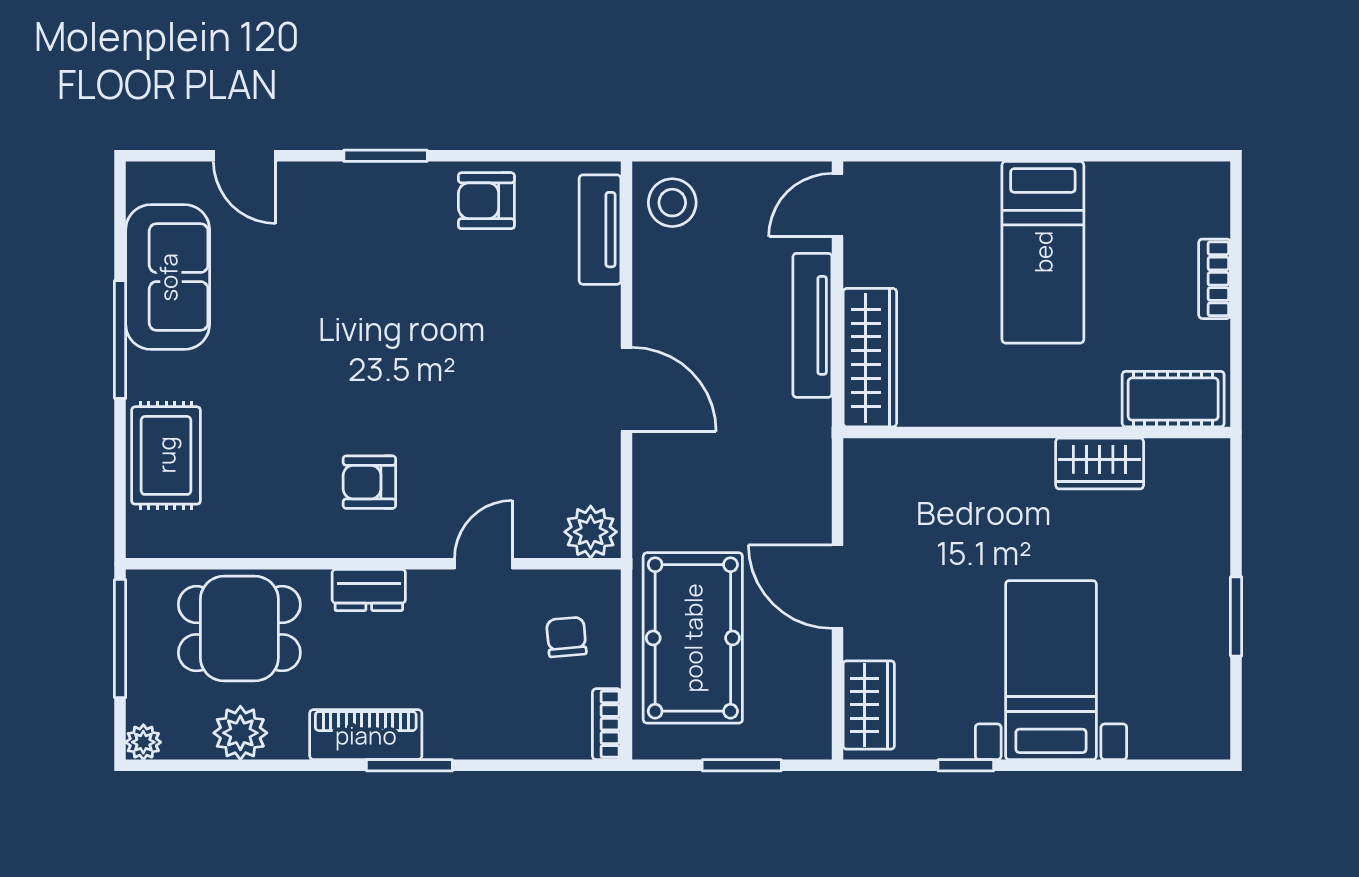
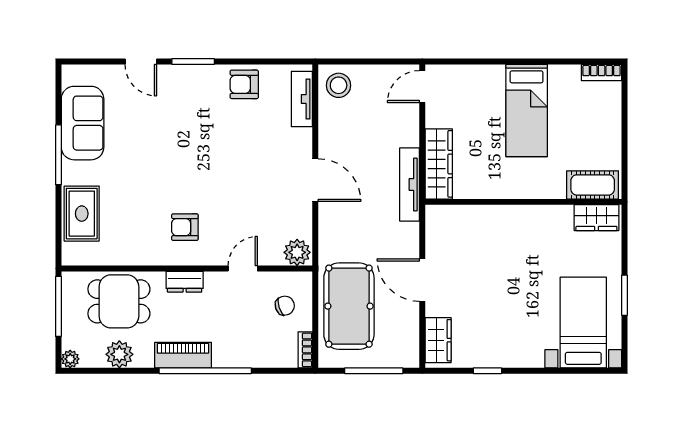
door: (245, 156) -> (141, 62), moved
bookcase: (1215, 279) -> (602, 72), moved, turned -90
tv unit: (812, 325) -> (410, 185), moved
wardrobe: (1100, 463) -> (596, 218), moved
chair: (566, 637) -> (285, 306), turned 77
bed with nightstands: (1051, 670) -> (583, 322), moved
window: (409, 765) -> (205, 371), width x2.11
window: (742, 765) -> (374, 371), width x1.44

